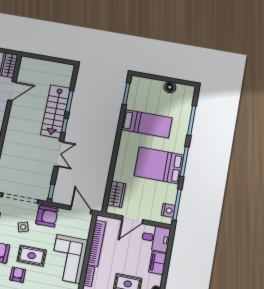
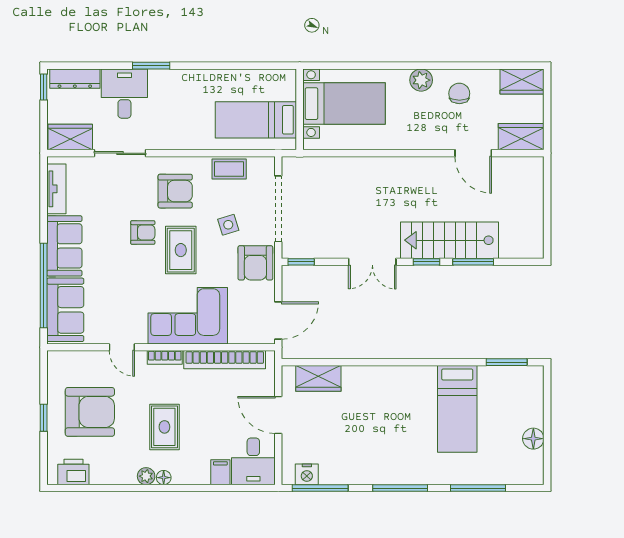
bed: (159, 165) -> (385, 444), removed
filing cabinet: (158, 263) -> (220, 472), width x0.50

